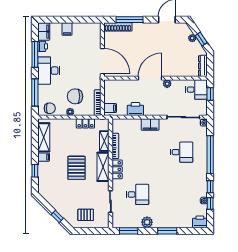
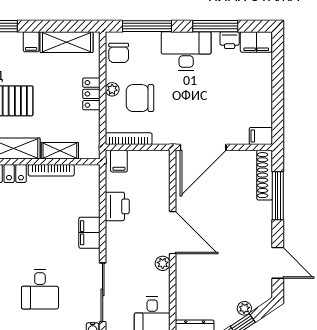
filing cabinet: (67, 29) -> (261, 136), moved
chair: (75, 96) -> (140, 98), turned -90
locker: (85, 123) -> (91, 94), moved

